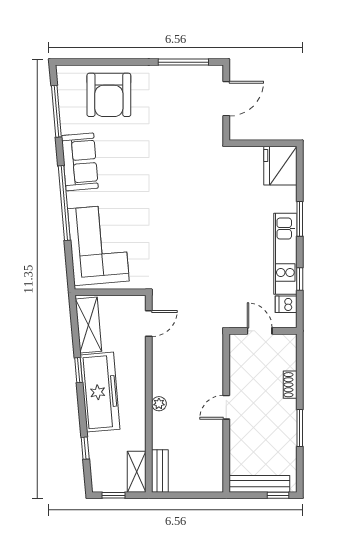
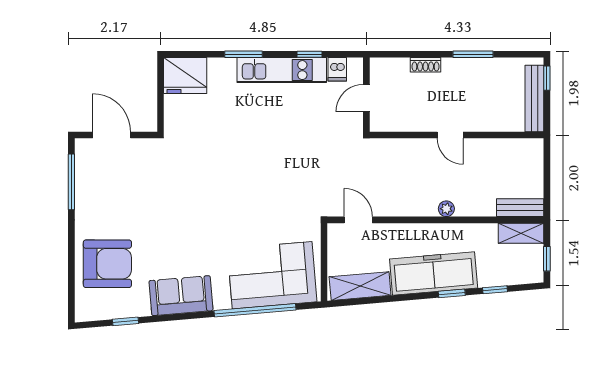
window: (56, 111) -> (126, 321), width x0.46
window: (64, 203) -> (255, 310), moved
window: (79, 370) -> (452, 293), moved

